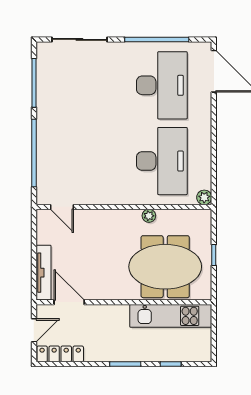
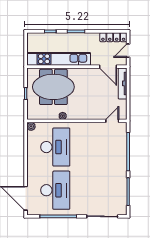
desk: (162, 85) -> (55, 190), turned 180
desk: (162, 161) -> (55, 147), turned 180
door: (62, 207) -> (112, 121), hinge flipped
kitchen unit: (171, 316) -> (59, 59), width x1.36

